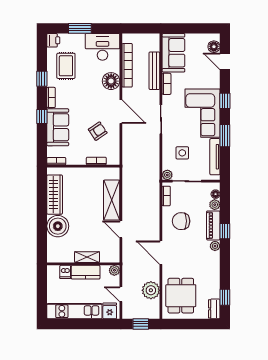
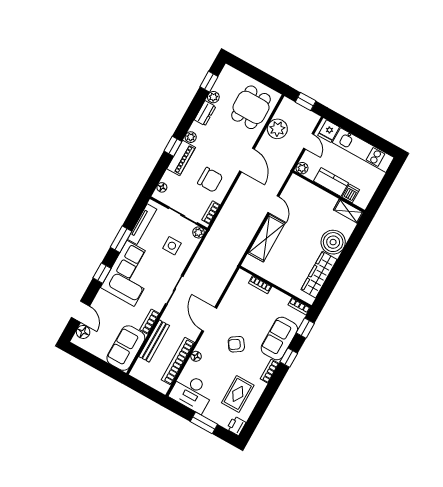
window: (42, 79) -> (305, 328), moved
floor lamp: (111, 81) -> (196, 356), width x0.53, depth x0.53
armchair: (98, 131) -> (236, 344), moved
plant: (215, 205) -> (213, 97), moved
shelving: (87, 257) -> (348, 211), moved
dresser: (214, 309) -> (205, 113), moved

